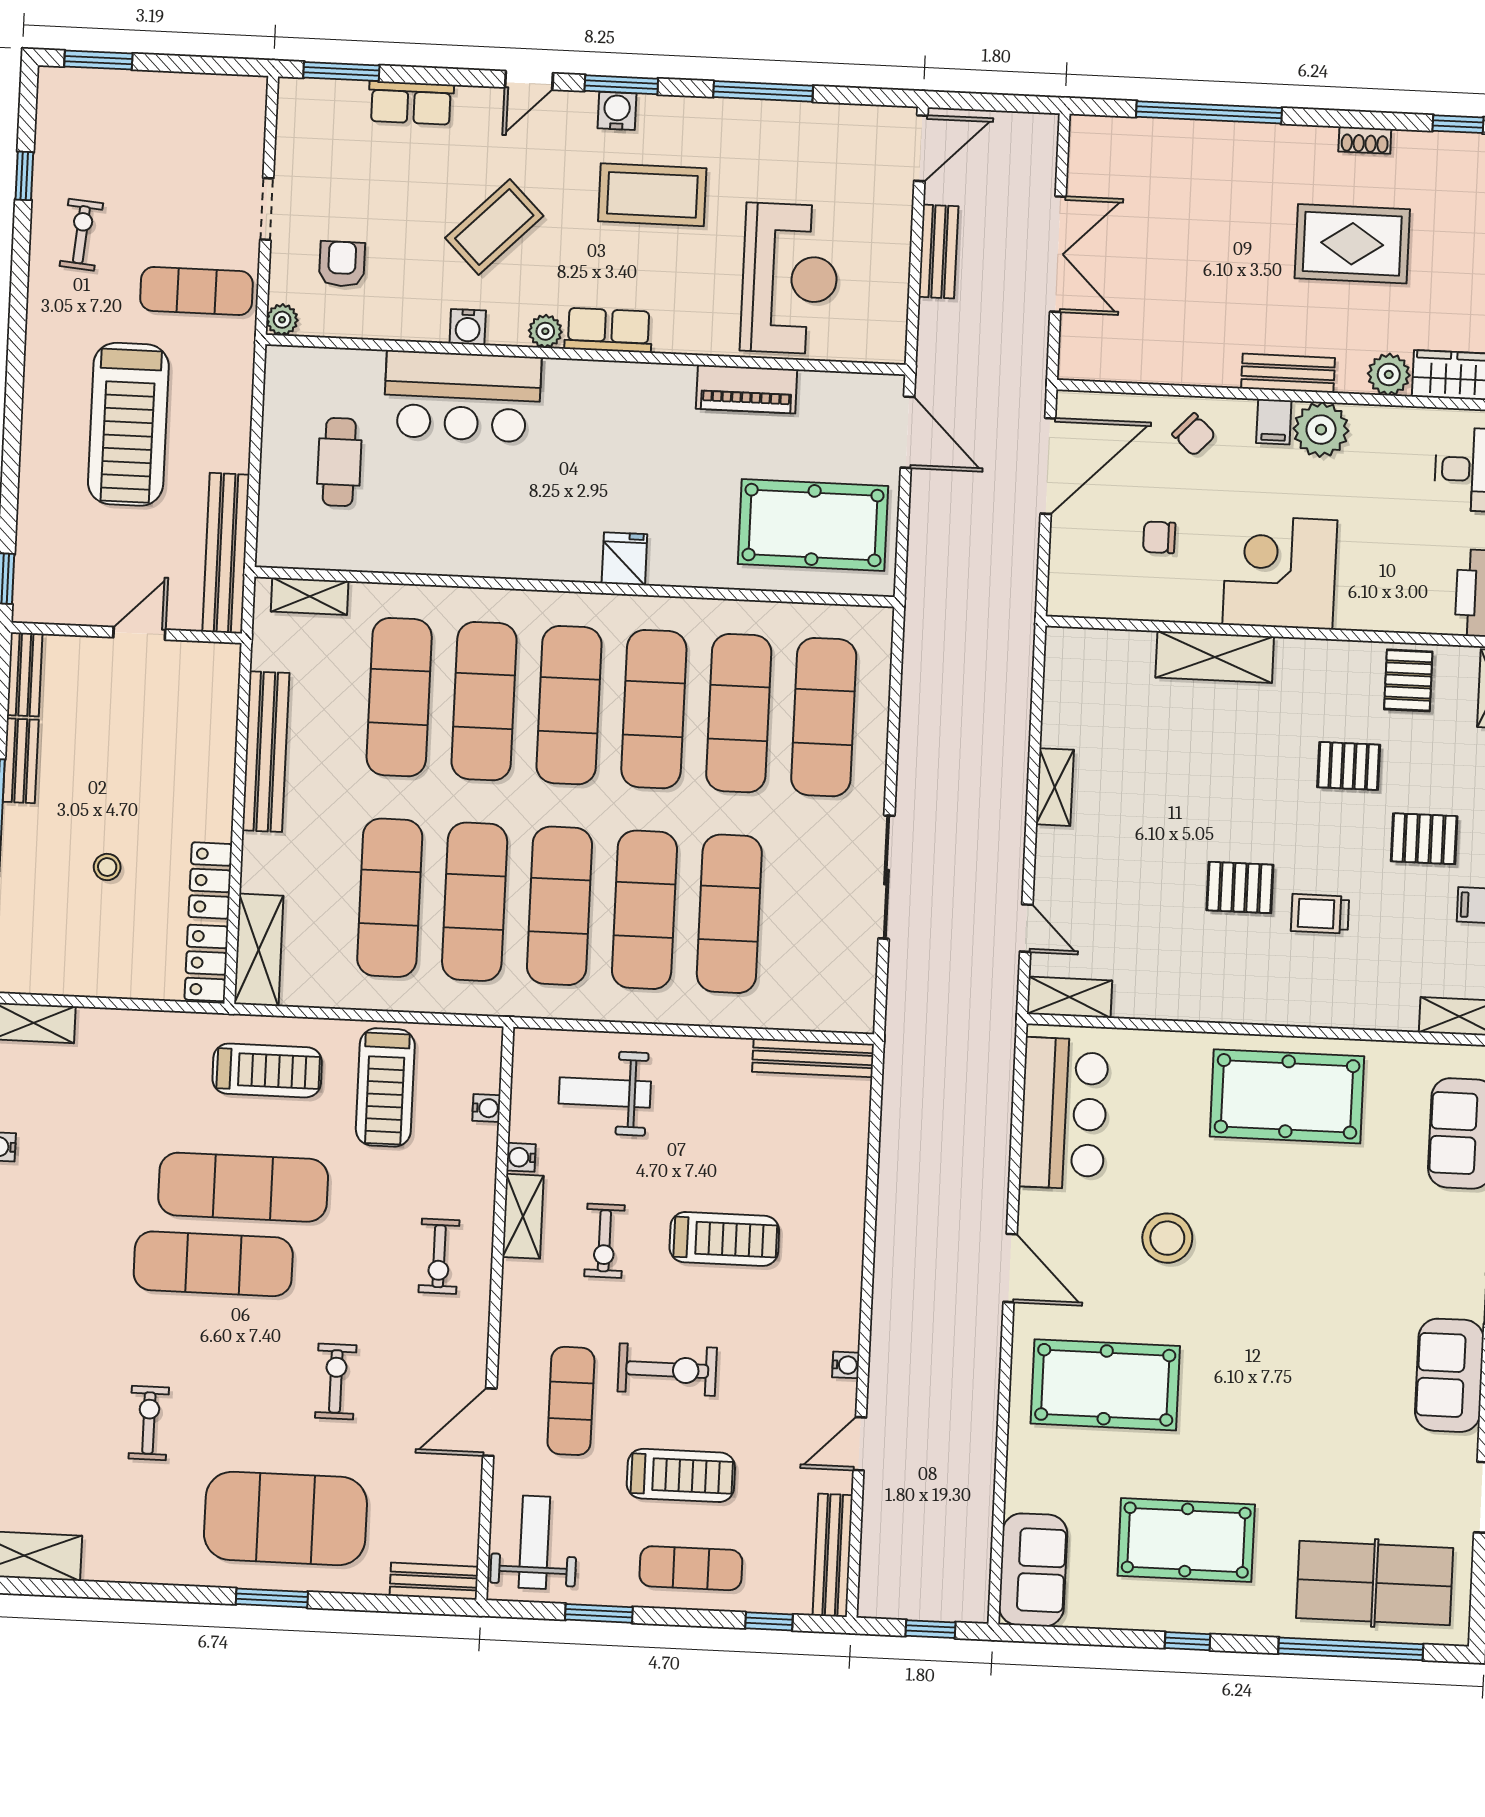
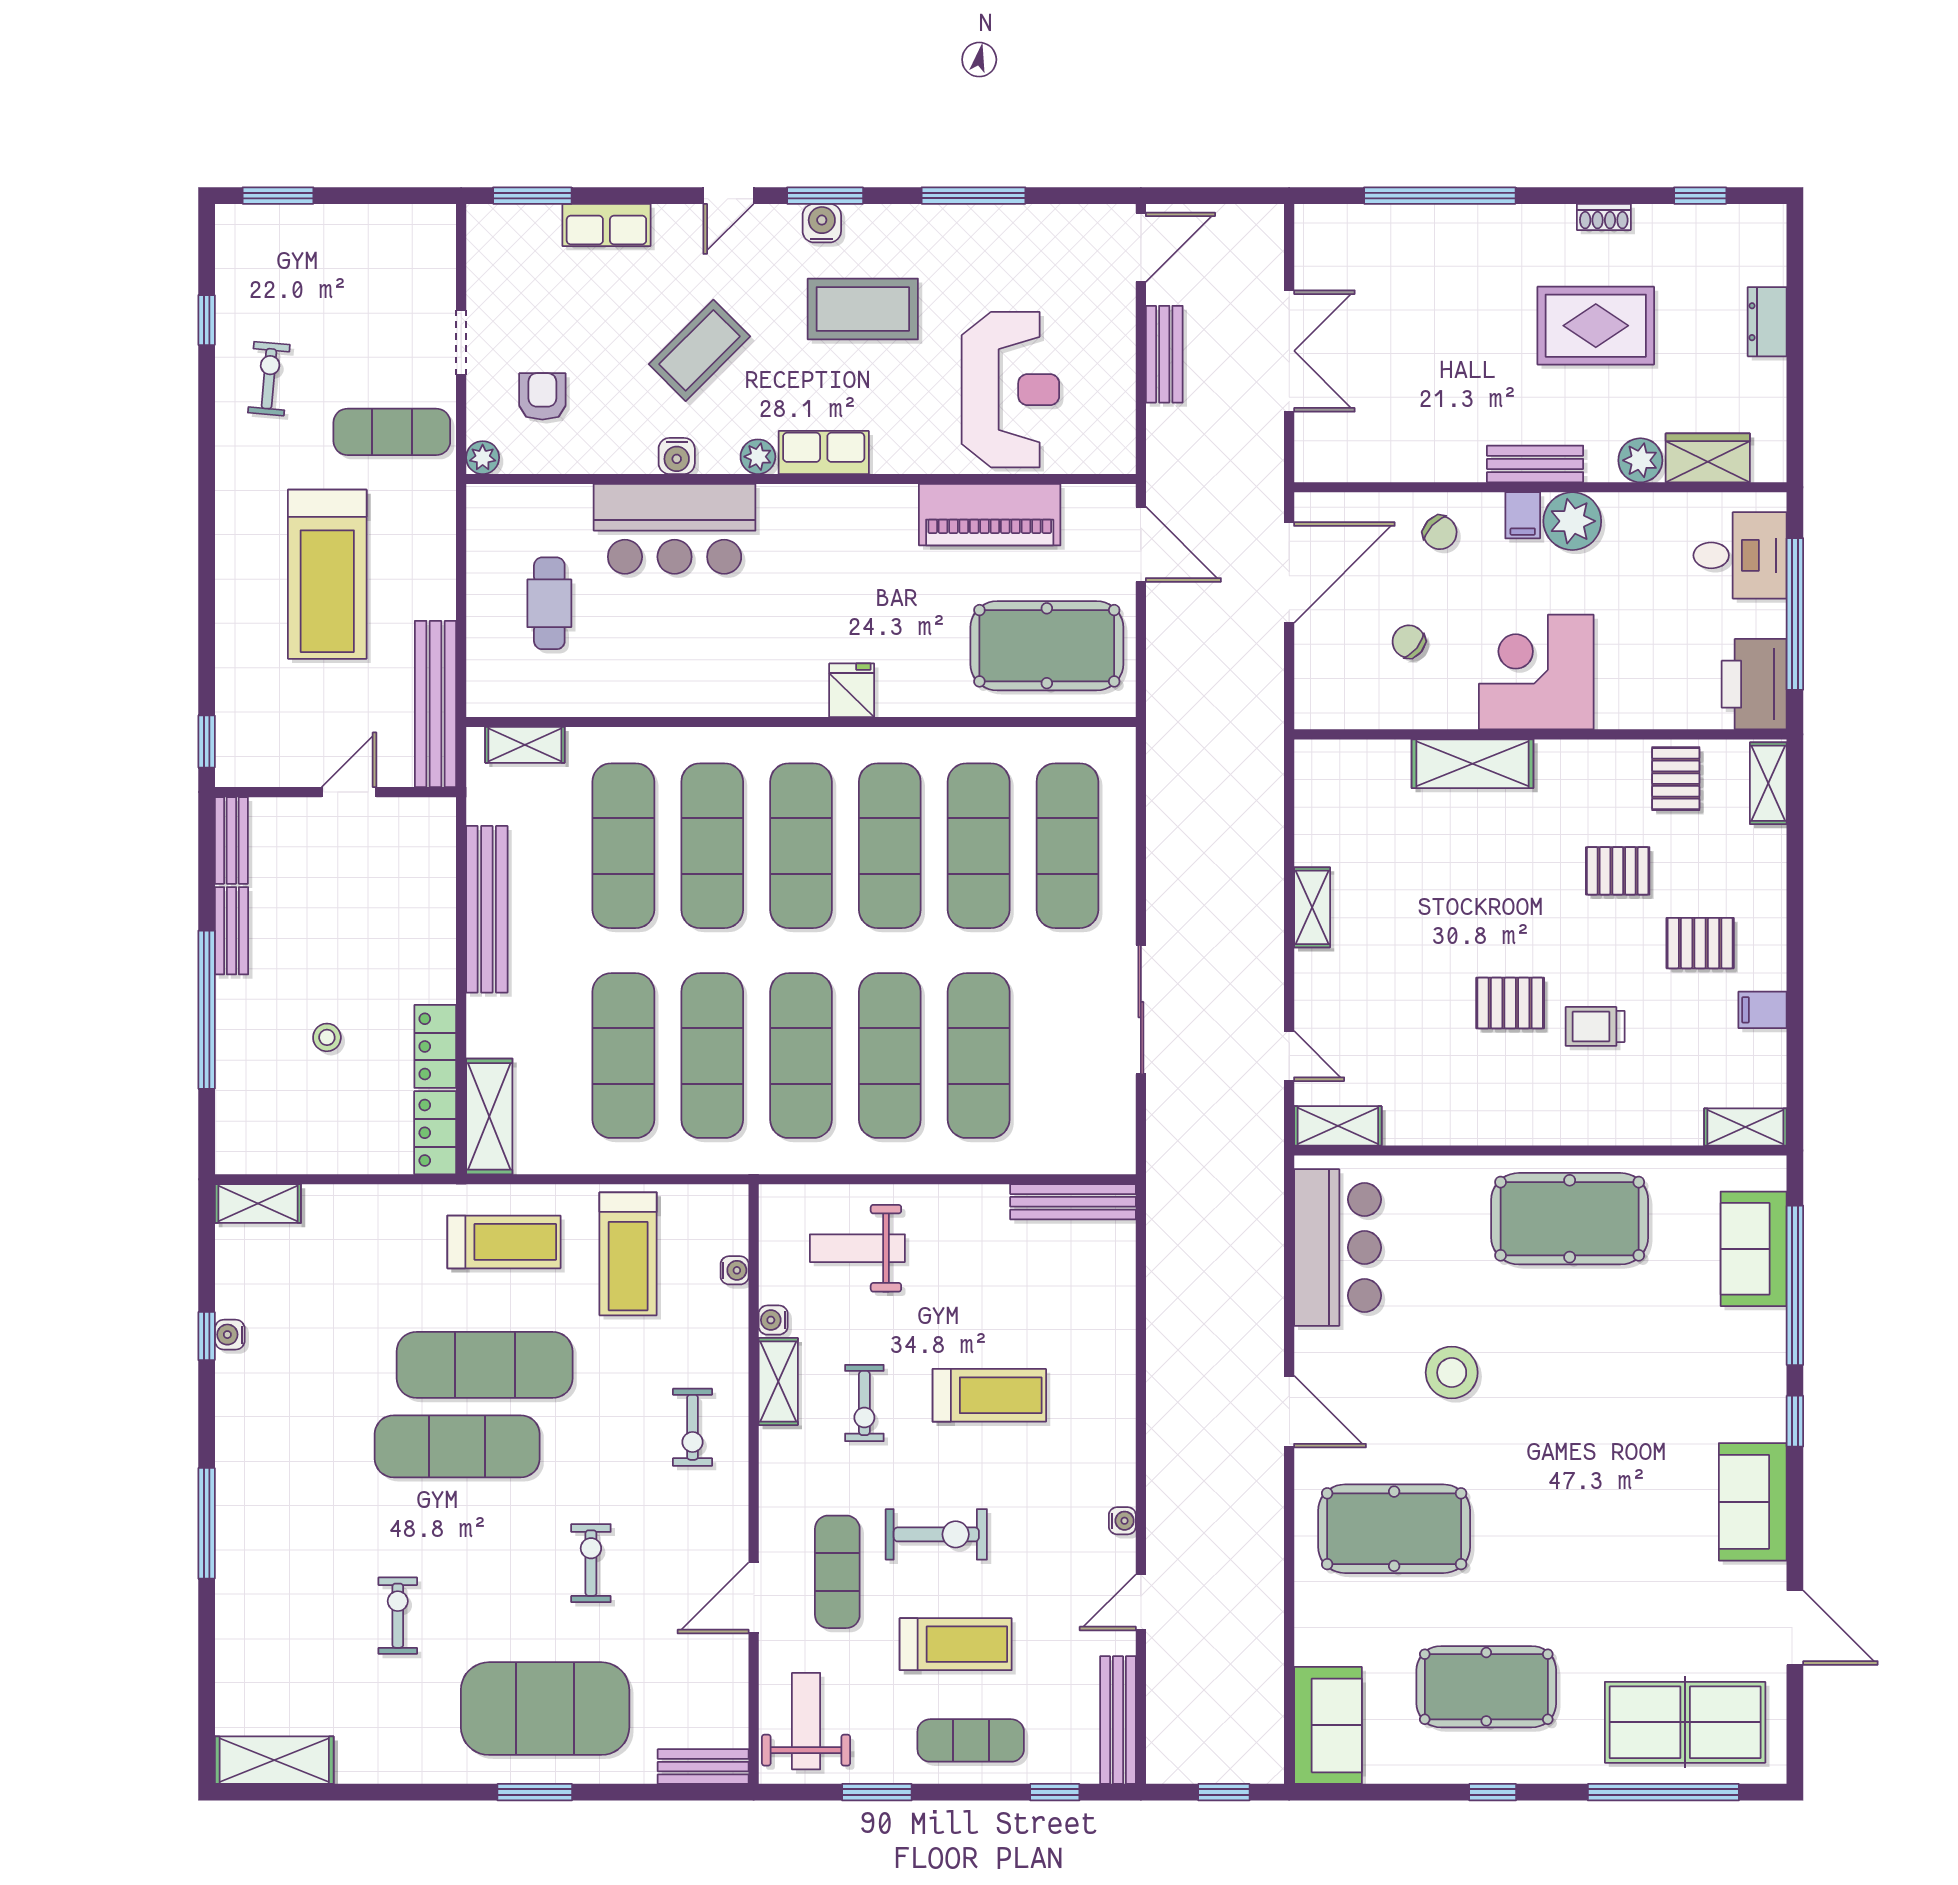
piano: (747, 389) -> (990, 515), width x1.37, depth x1.33
chair: (1159, 537) -> (1409, 642), turned 39

